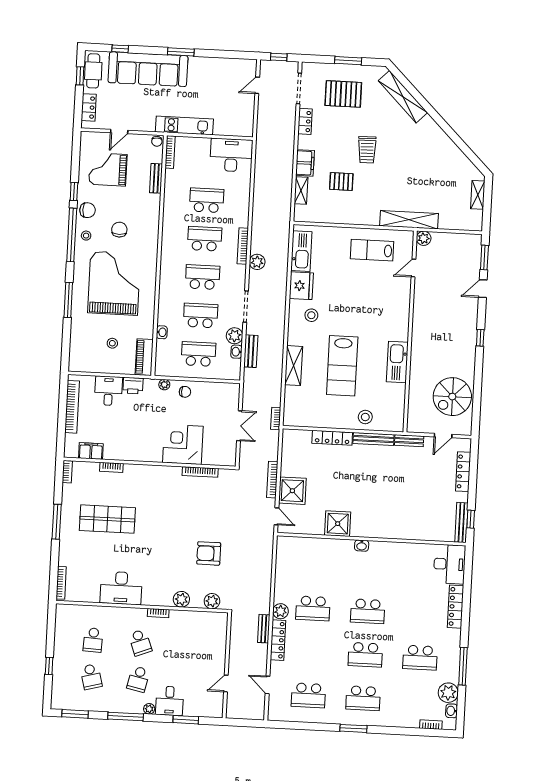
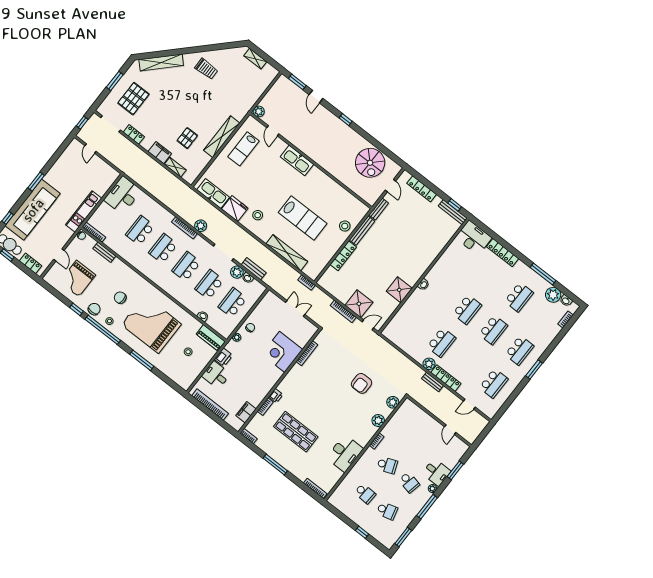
trolley: (367, 150) -> (206, 69), moved
shelving: (409, 220) -> (222, 137), moved
kitchen sink: (397, 362) -> (297, 160), moved
shelving: (294, 366) -> (287, 253), width x1.47
printer: (131, 470) -> (276, 396), added
shop shelf: (107, 519) -> (296, 432), turned 90

